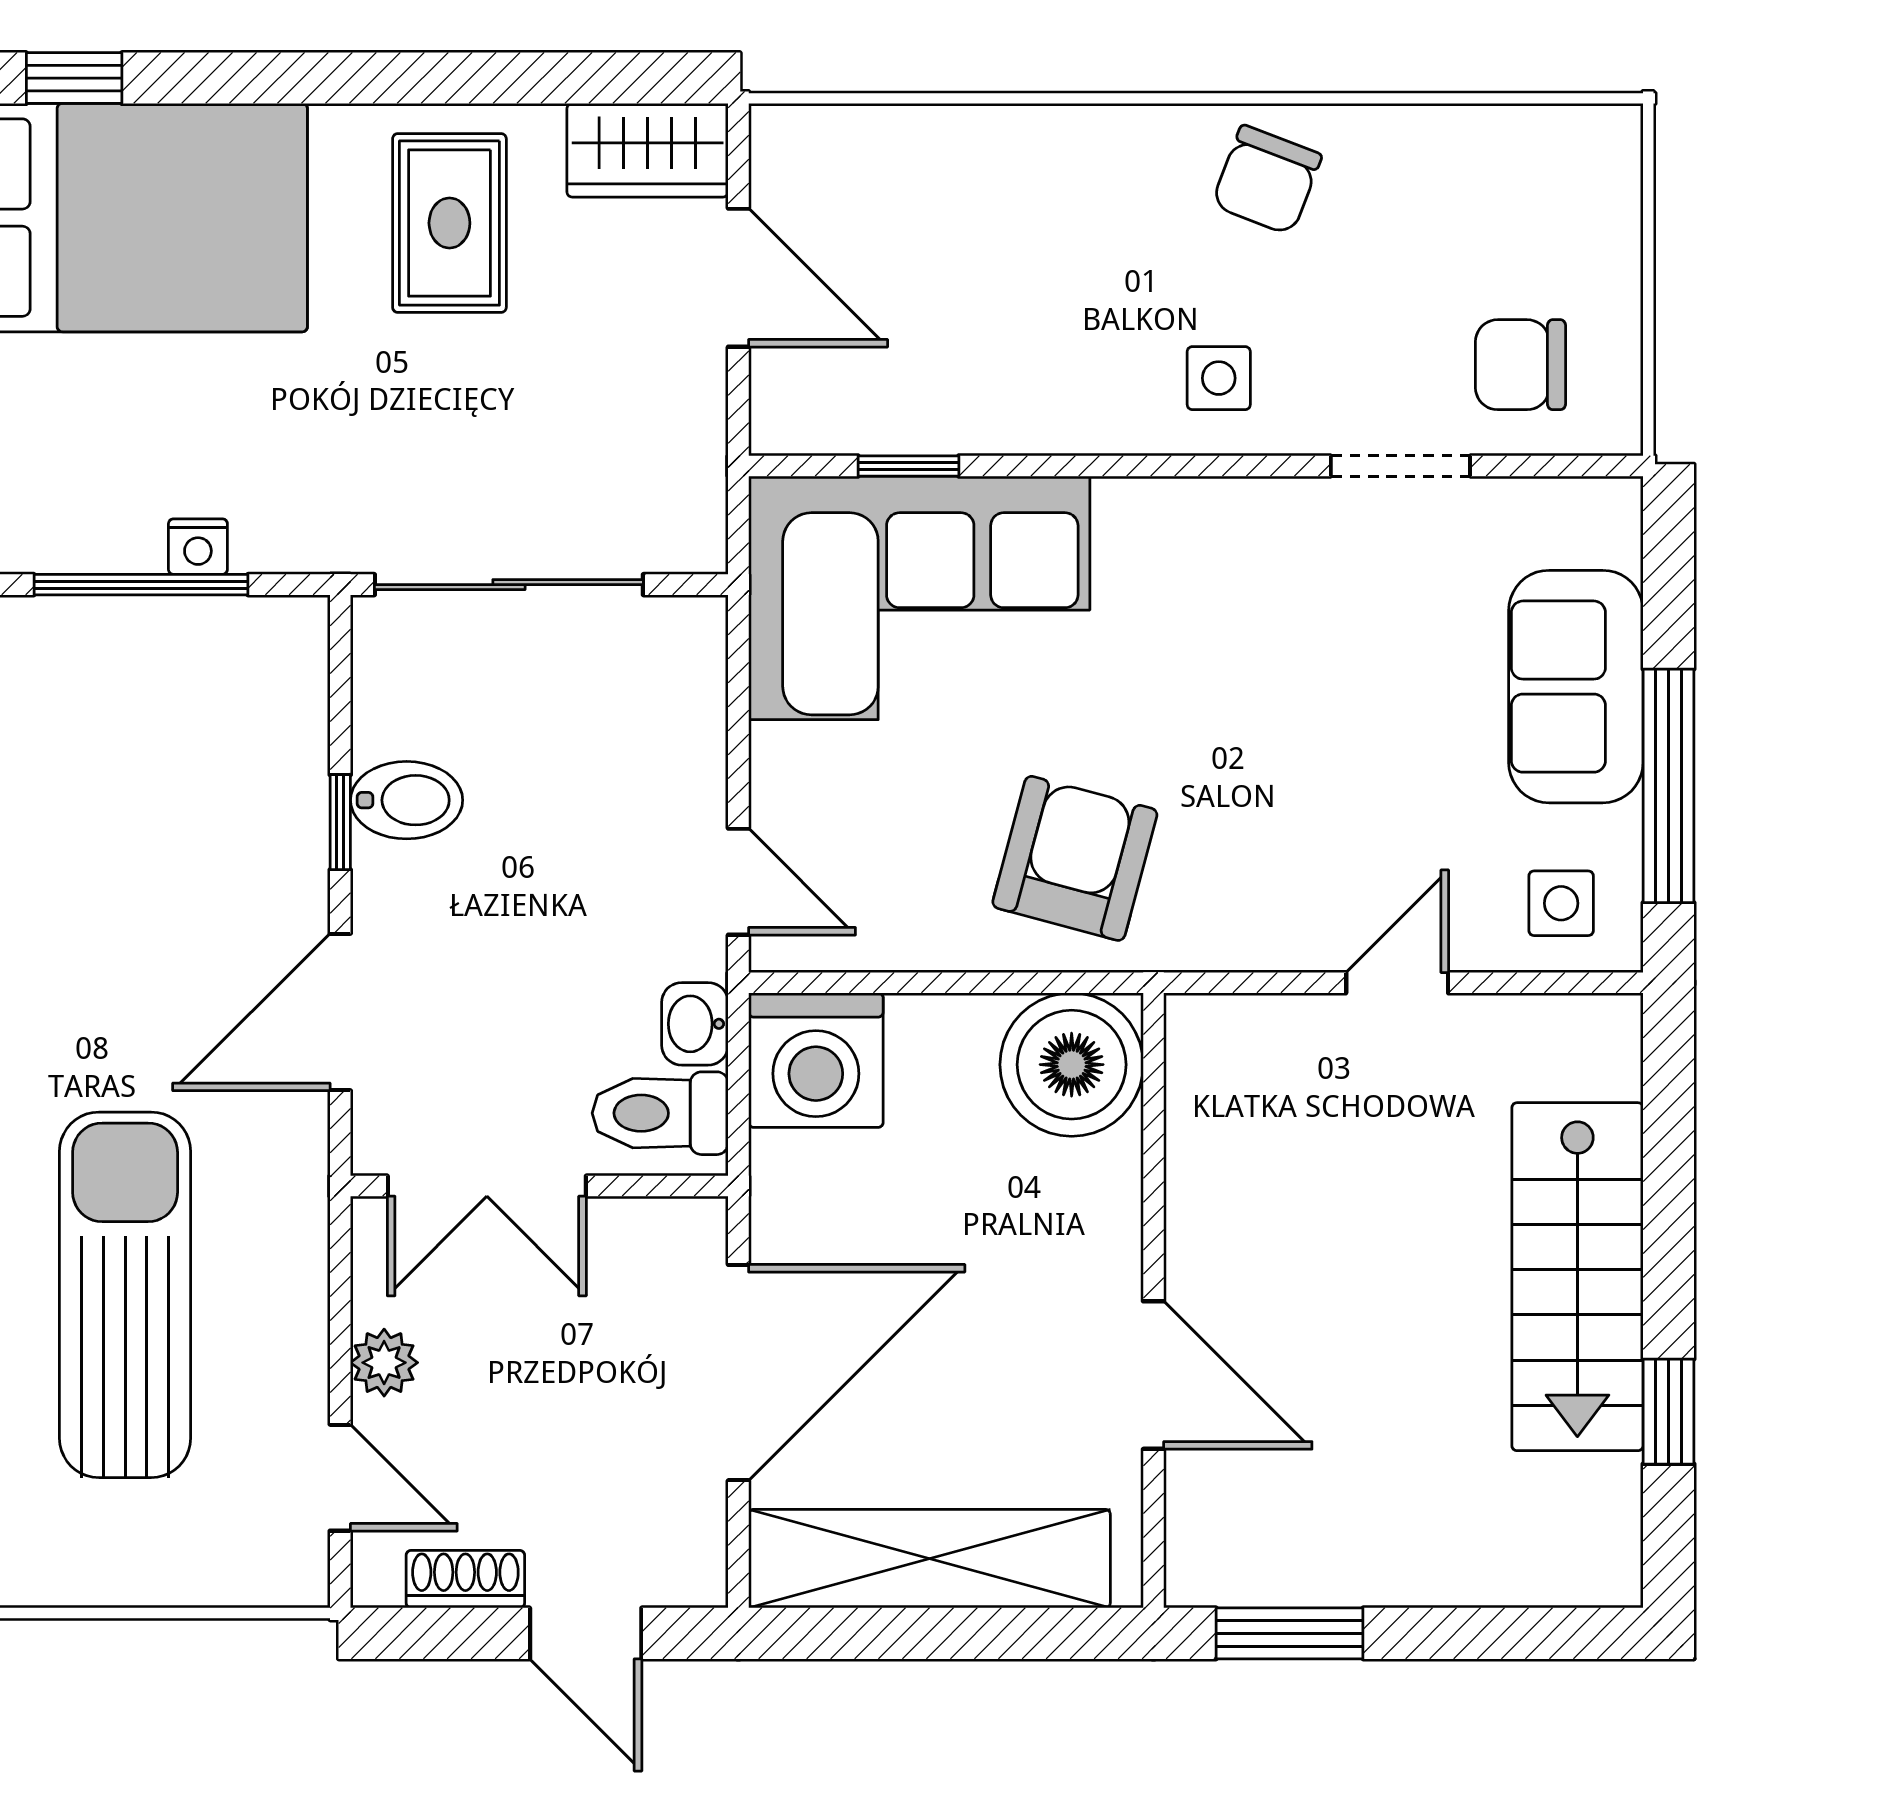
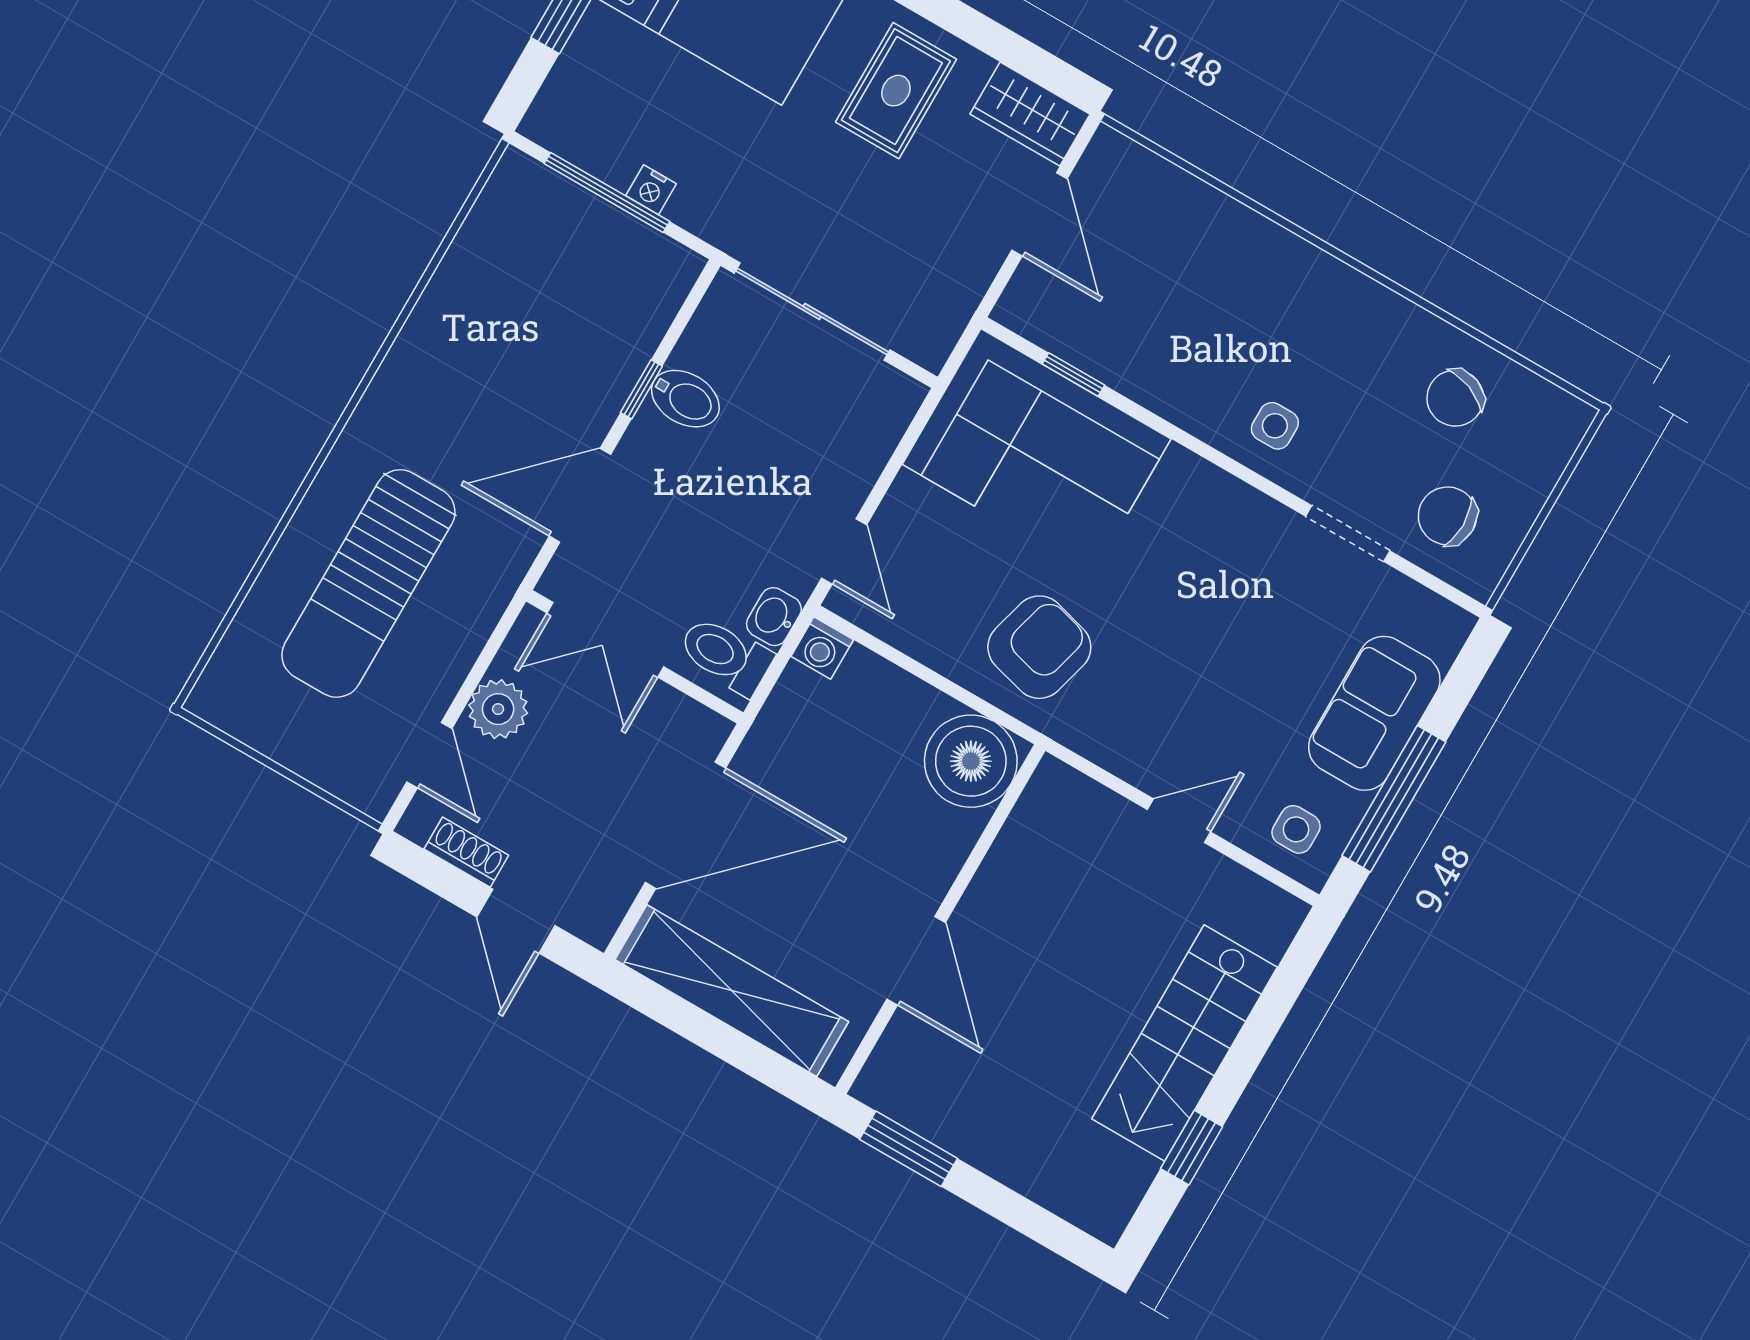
chair: (1267, 180) -> (1455, 398), moved
washing machine: (816, 1060) -> (822, 648), width x0.53, depth x0.53
sun lounger: (125, 1295) -> (368, 583), turned 180
plant: (384, 1363) -> (498, 709), width x1.38, depth x1.38

